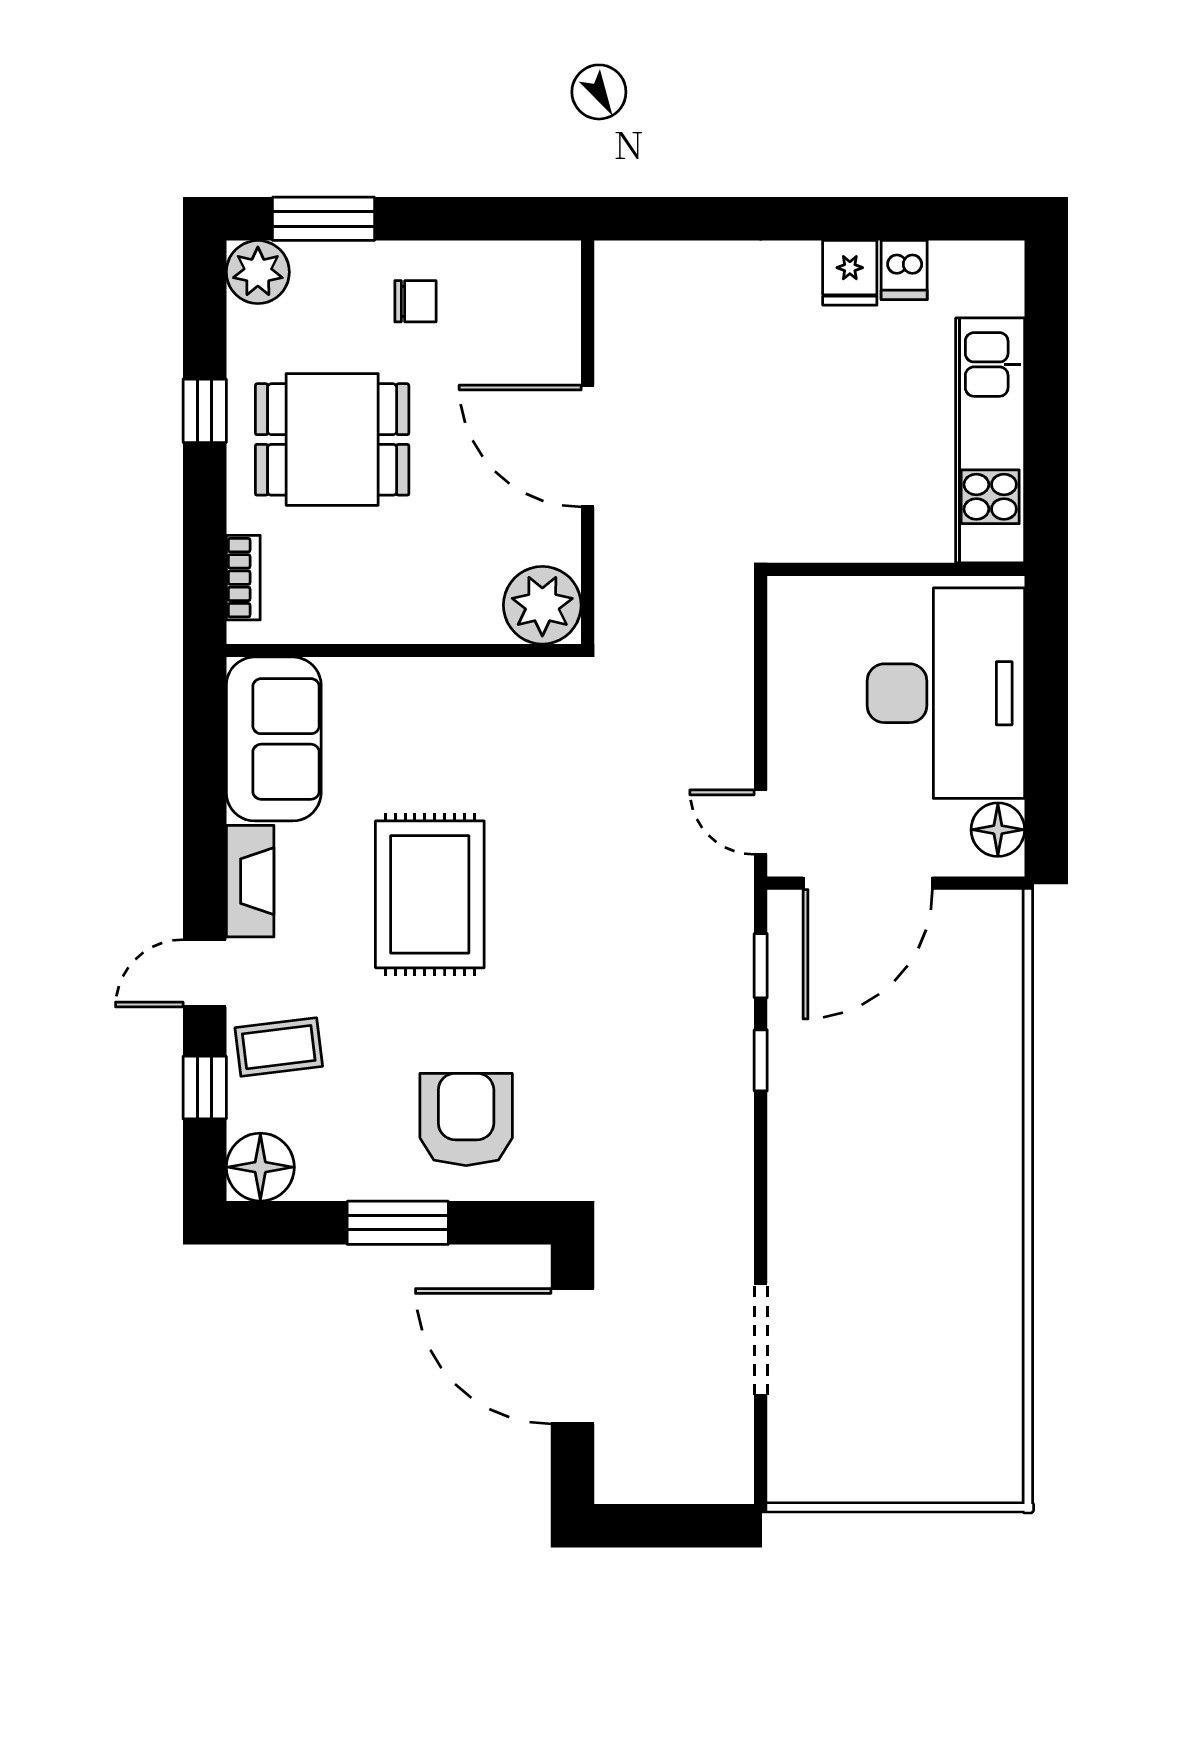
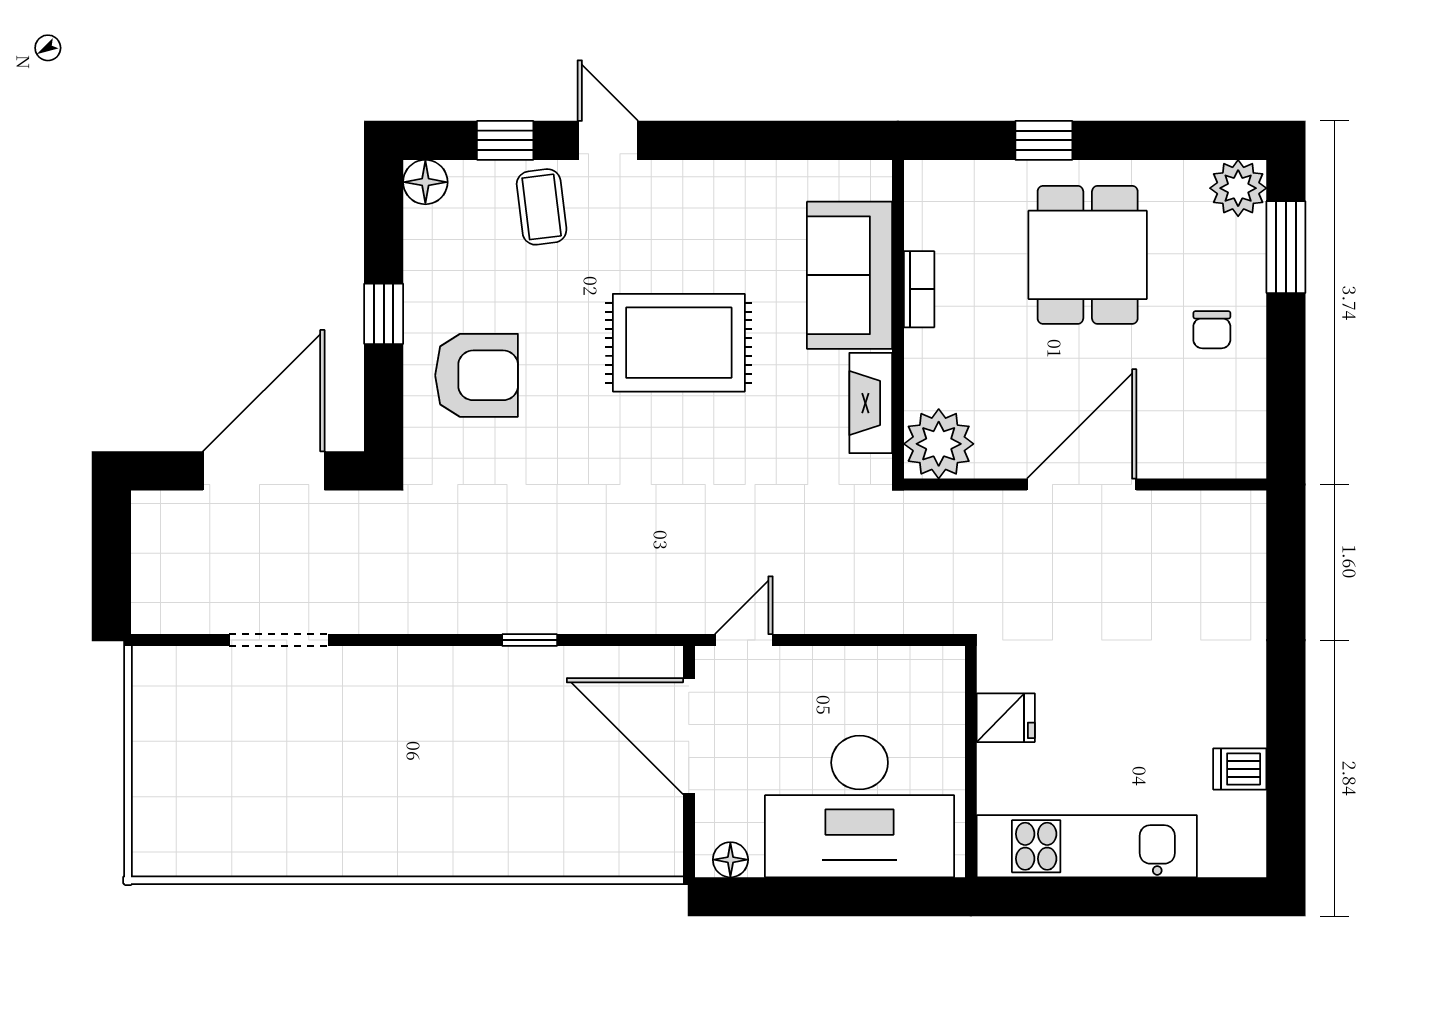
fridge: (850, 273) -> (1006, 718), moved, turned 180
window: (205, 411) -> (1044, 140), moved
bookcase: (243, 578) -> (919, 289), moved, turned -90
sofa: (274, 739) -> (850, 275), moved, turned 90
floor lamp: (998, 830) -> (730, 860), width x0.73, depth x0.73
fireplace: (250, 881) -> (871, 403), moved, turned 90
window: (761, 966) -> (615, 640), removed
floor lamp: (260, 1167) -> (425, 182), width x0.73, depth x0.73
window: (398, 1223) -> (384, 314), width x0.67

